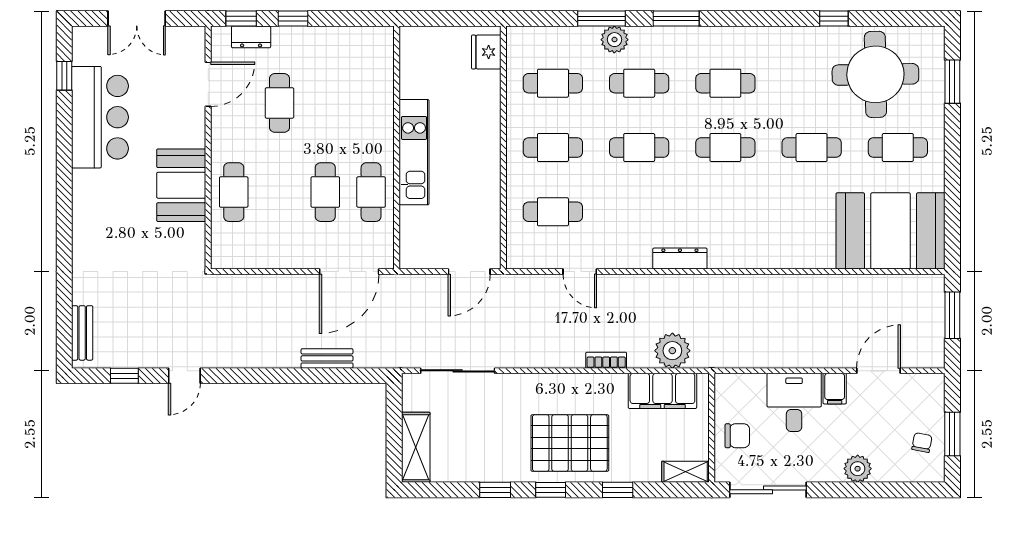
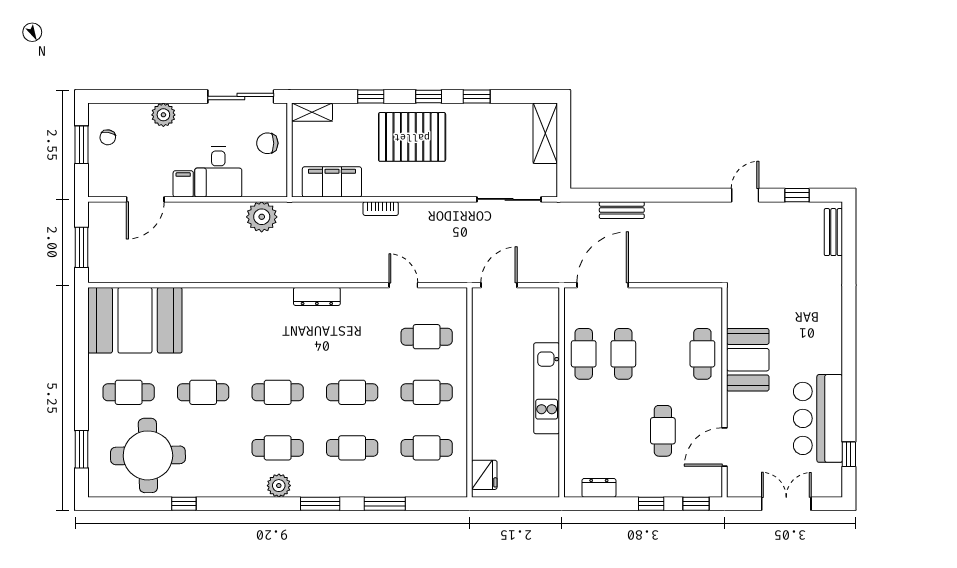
dresser: (251, 37) -> (599, 488), moved
plant: (614, 40) -> (279, 486), moved
plant: (672, 351) -> (262, 217), moved

